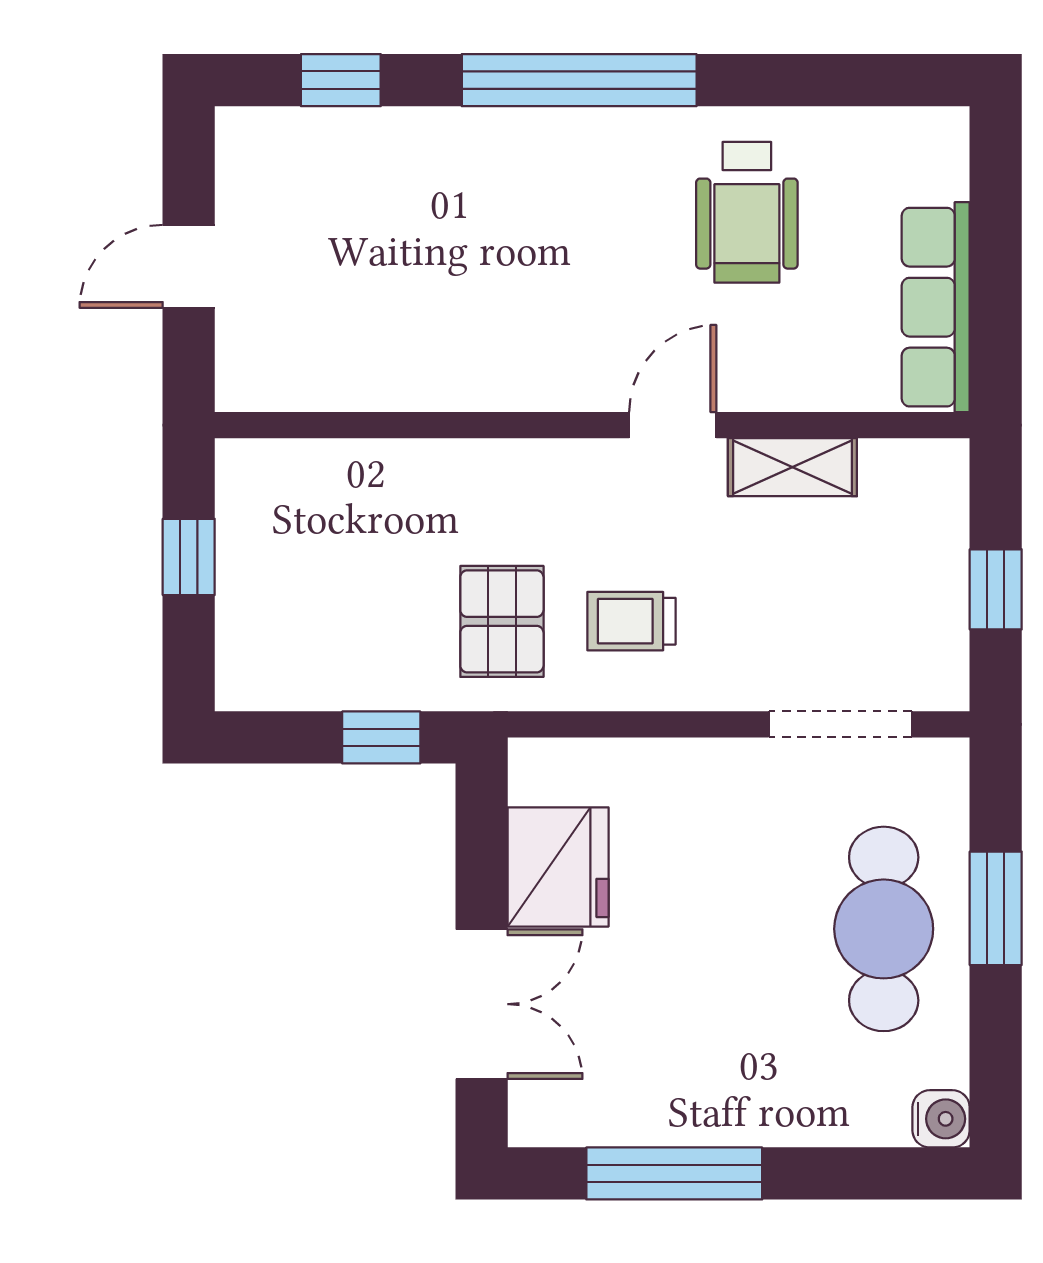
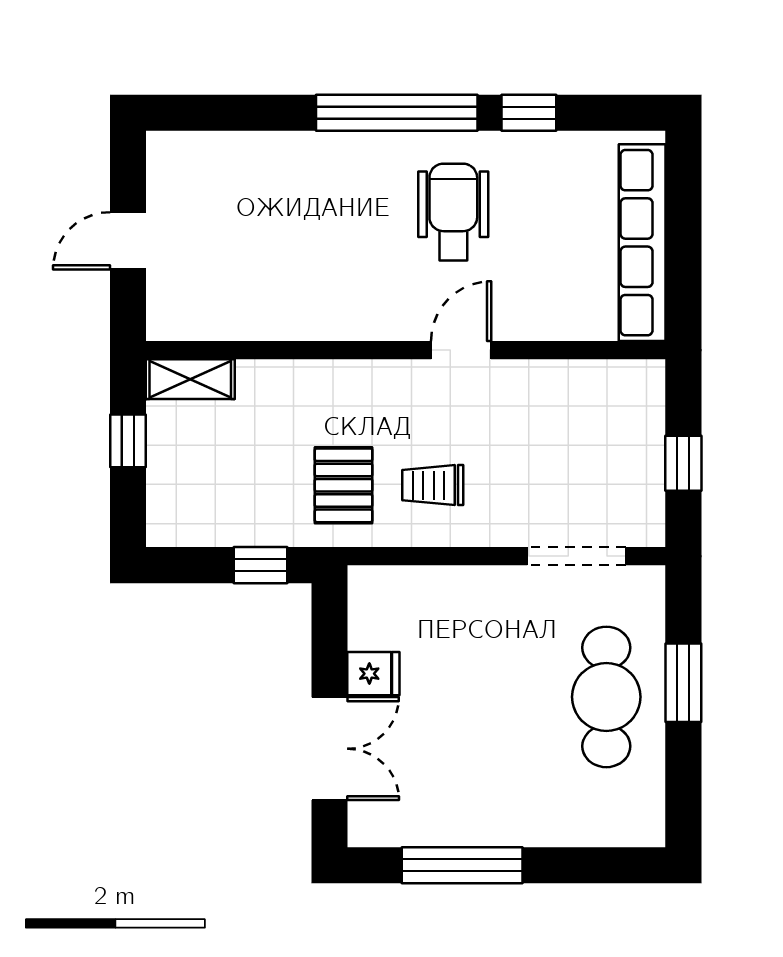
window: (341, 80) -> (529, 113), moved
wheelchair: (747, 212) -> (453, 212), moved, turned 180
row of seats: (936, 307) -> (642, 243), width x1.36
shelving: (792, 467) -> (190, 379), moved
fridge: (558, 867) -> (373, 674), width x0.53, depth x0.75
water cooler: (941, 1119) -> (646, 828), removed

